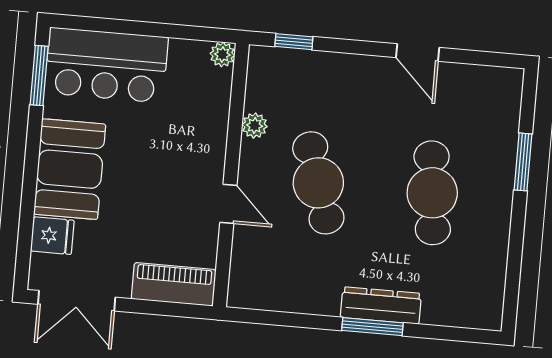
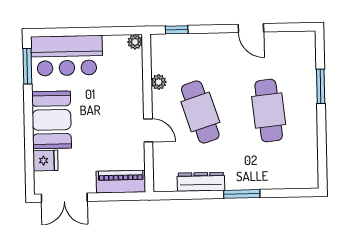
dresser: (381, 305) -> (201, 182), moved

